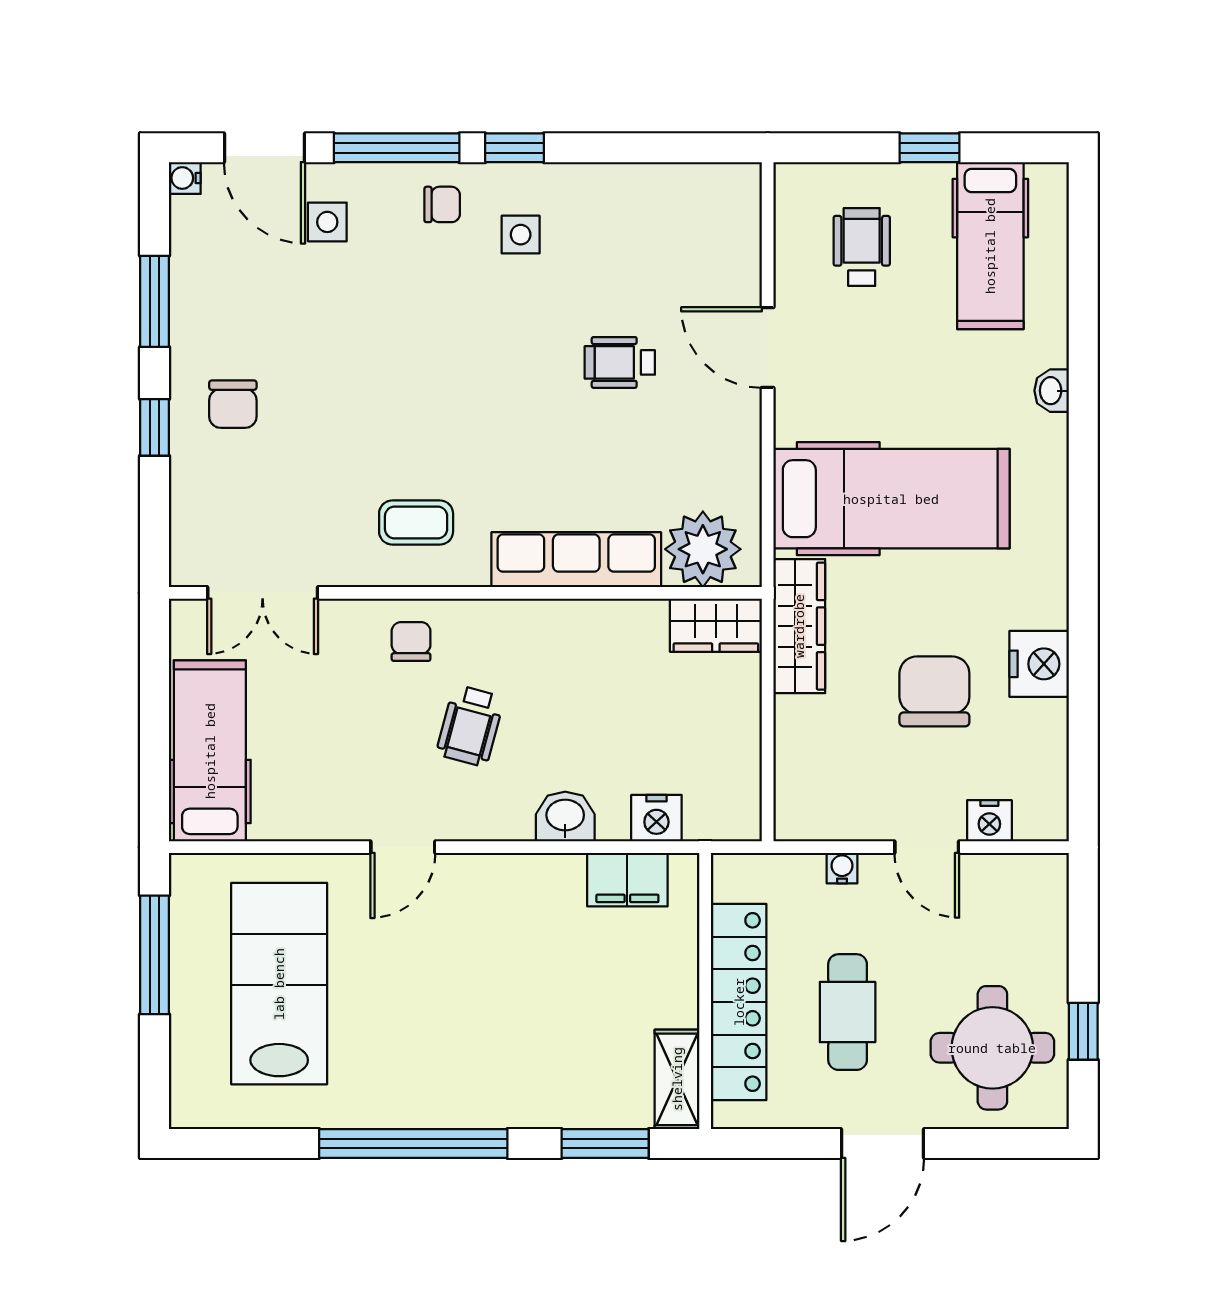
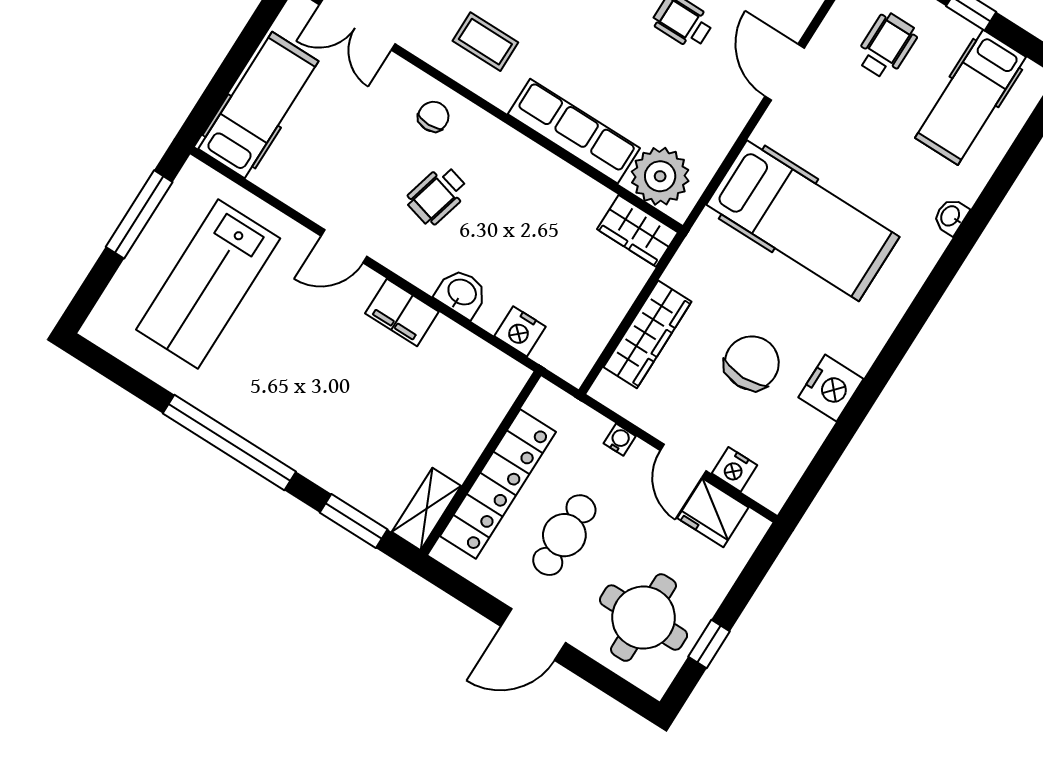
wardrobe: (799, 626) -> (647, 334), moved
filing cabinet: (627, 880) -> (402, 312), moved
fridge: (996, 884) -> (713, 513), added
lab bench: (279, 984) -> (208, 284), turned 180

